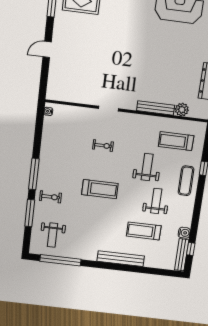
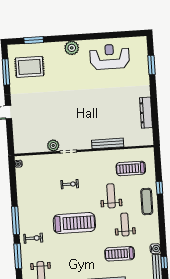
plant: (182, 110) -> (53, 146), moved
treadmill: (100, 189) -> (74, 223), width x1.37, depth x1.38

